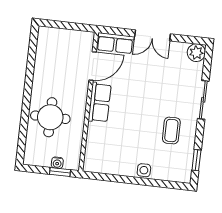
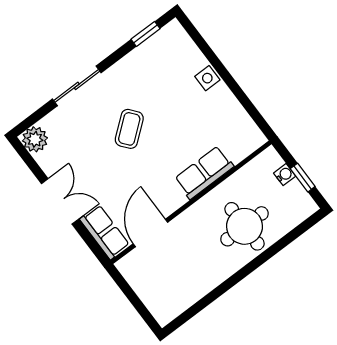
door: (93, 66) -> (150, 233), hinge flipped
row of seats: (100, 102) -> (204, 173), moved
coffee table: (171, 130) -> (129, 129), moved, turned -39
window: (60, 172) -> (303, 178), moved

